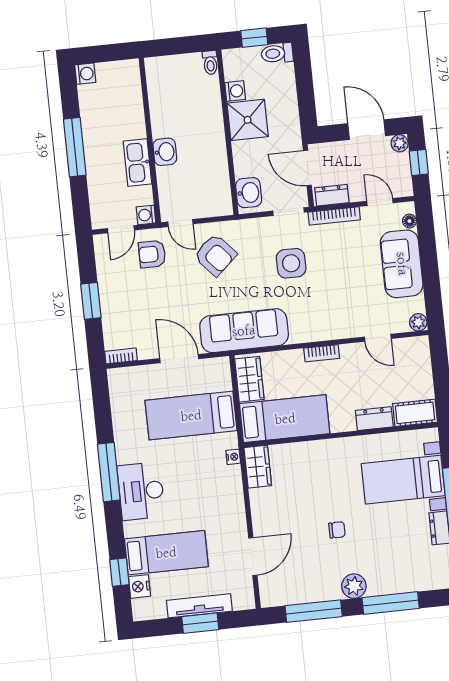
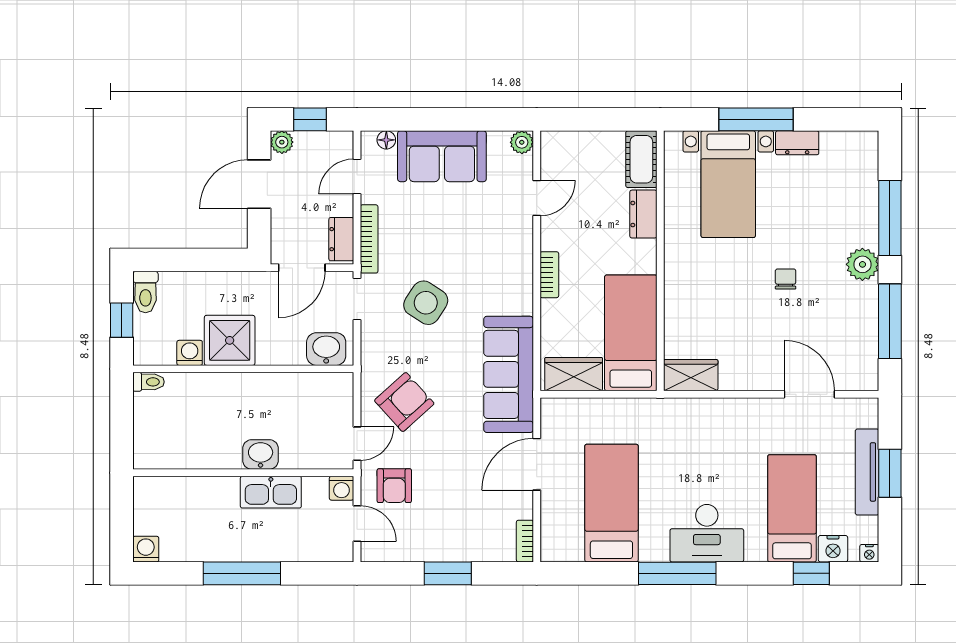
side table: (291, 263) -> (426, 303), turned 33
bed: (191, 416) -> (611, 503), moved, turned 180
nightstand: (233, 457) -> (869, 553), moved, turned 180

